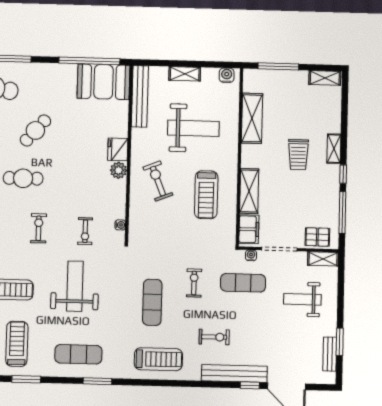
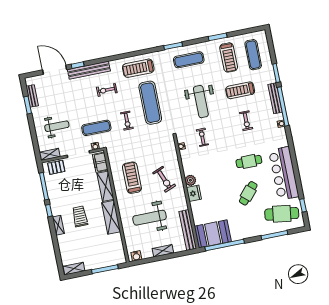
shelving: (252, 118) -> (111, 217), moved
exercise bike: (39, 228) -> (246, 121), moved
exercise mat: (152, 302) -> (150, 103), width x1.36, depth x1.45

